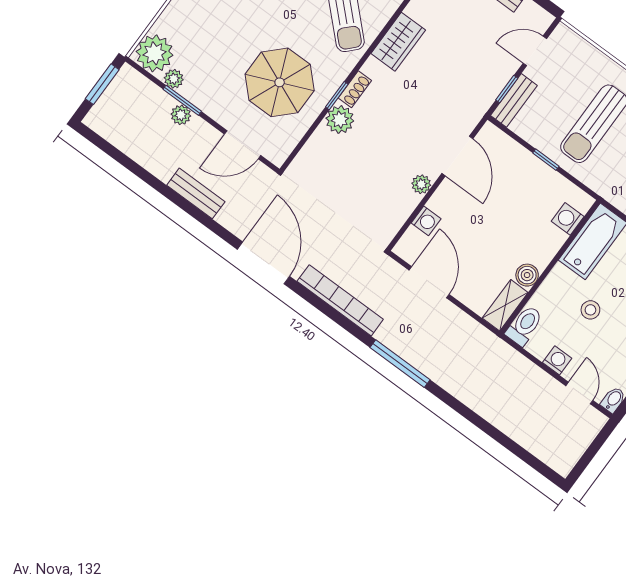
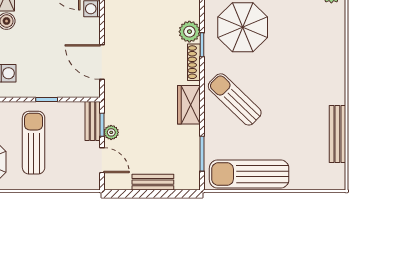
door: (535, 51) -> (102, 160), hinge flipped
shoe rack: (355, 89) -> (194, 62), width x1.43
plant: (421, 184) -> (111, 132), moved

